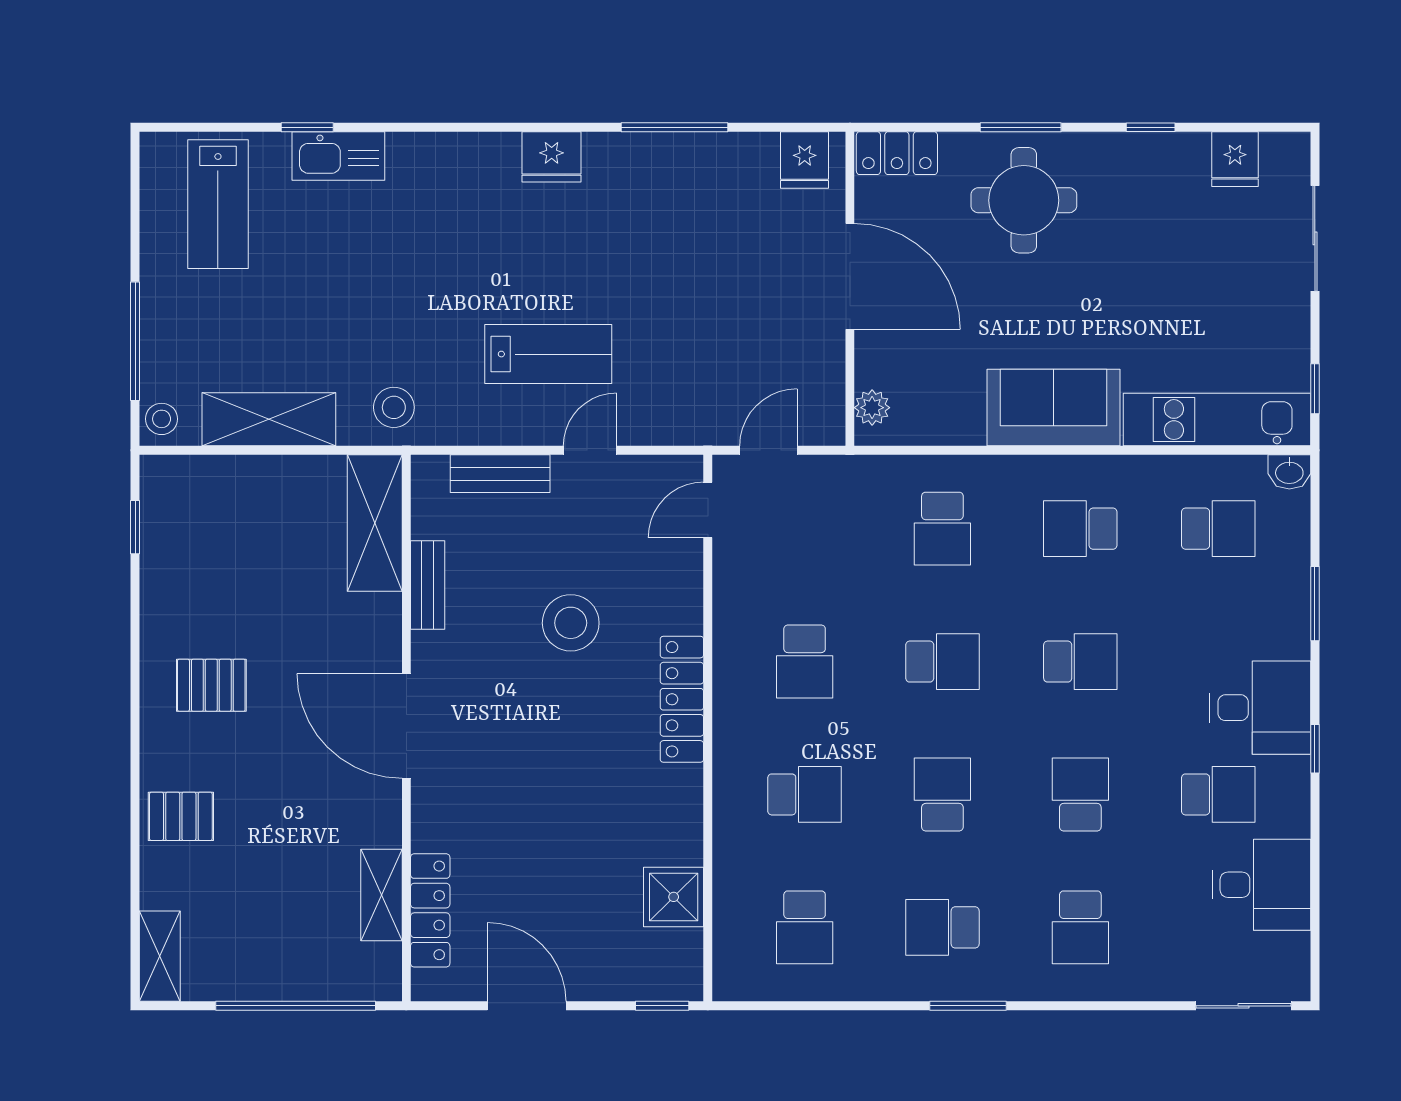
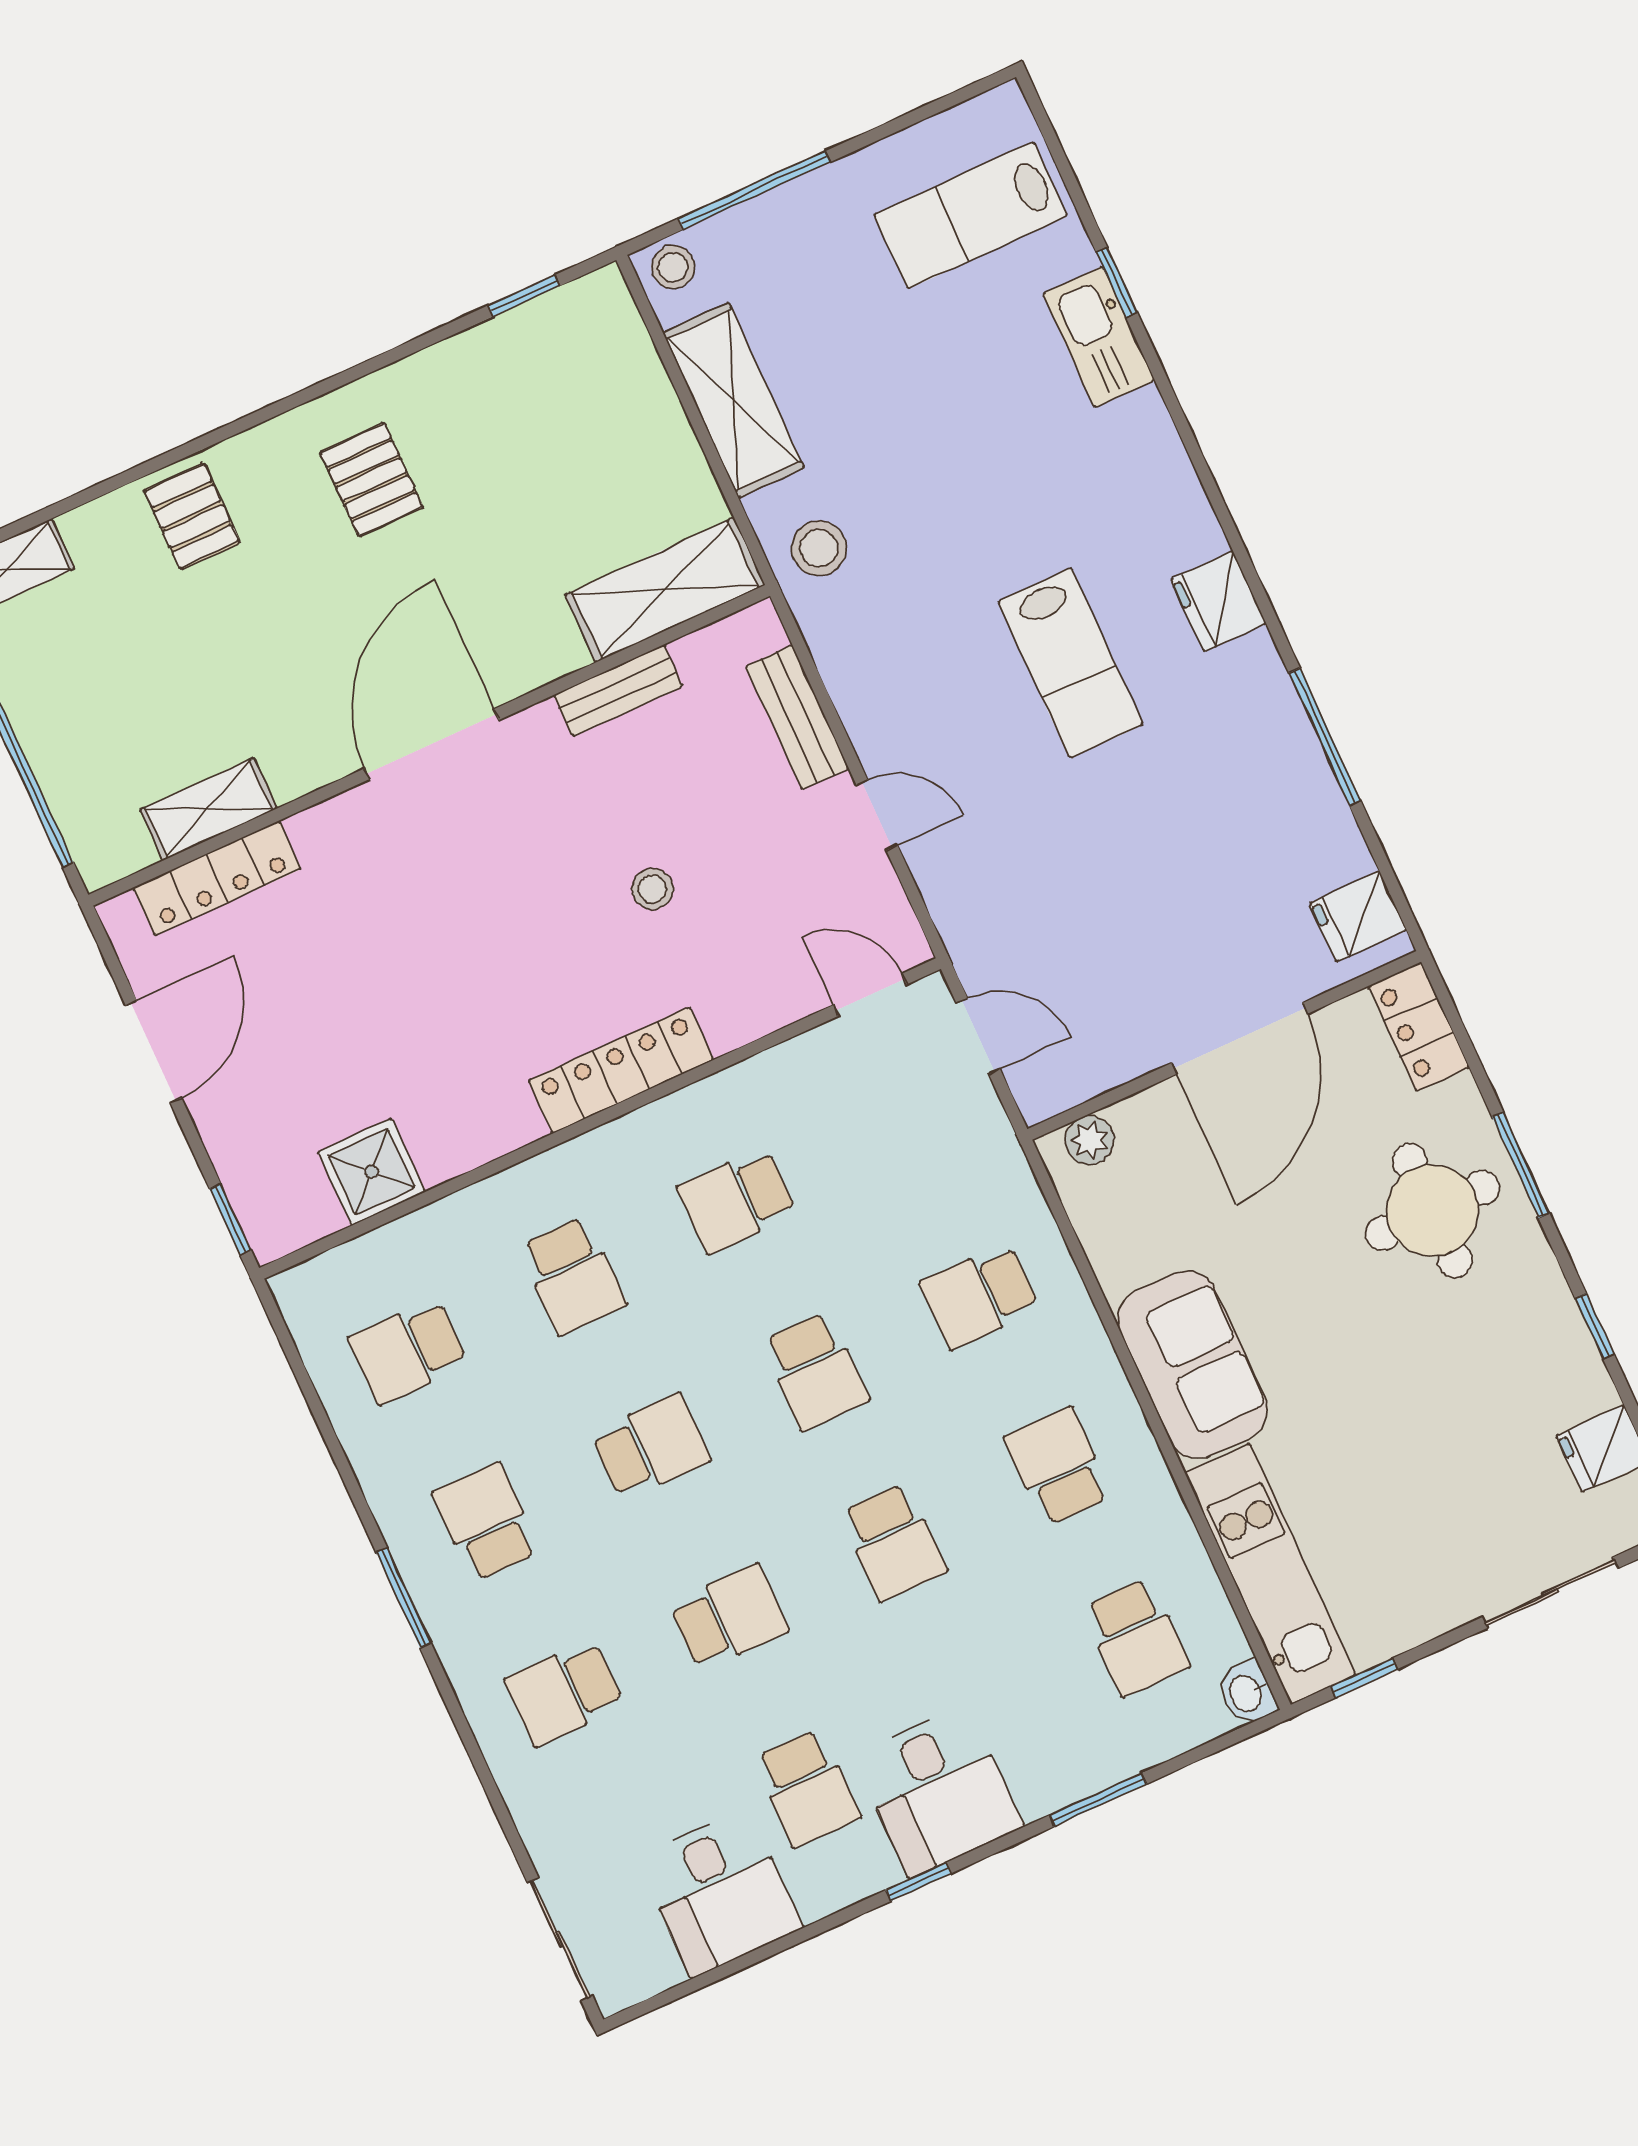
lab bench: (548, 354) -> (1070, 663), moved
stool: (571, 623) -> (652, 889), width x0.53, depth x0.53

